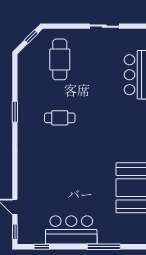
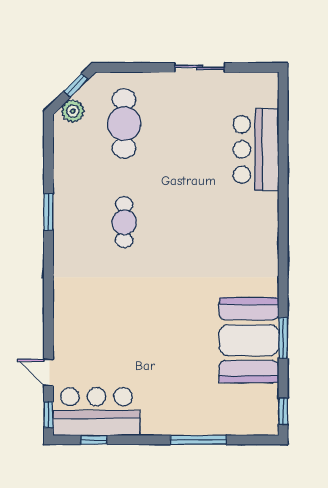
plant: (29, 52) -> (73, 111), added
cafe table: (60, 118) -> (124, 222), turned 90
bar counter: (71, 230) -> (96, 411), moved

